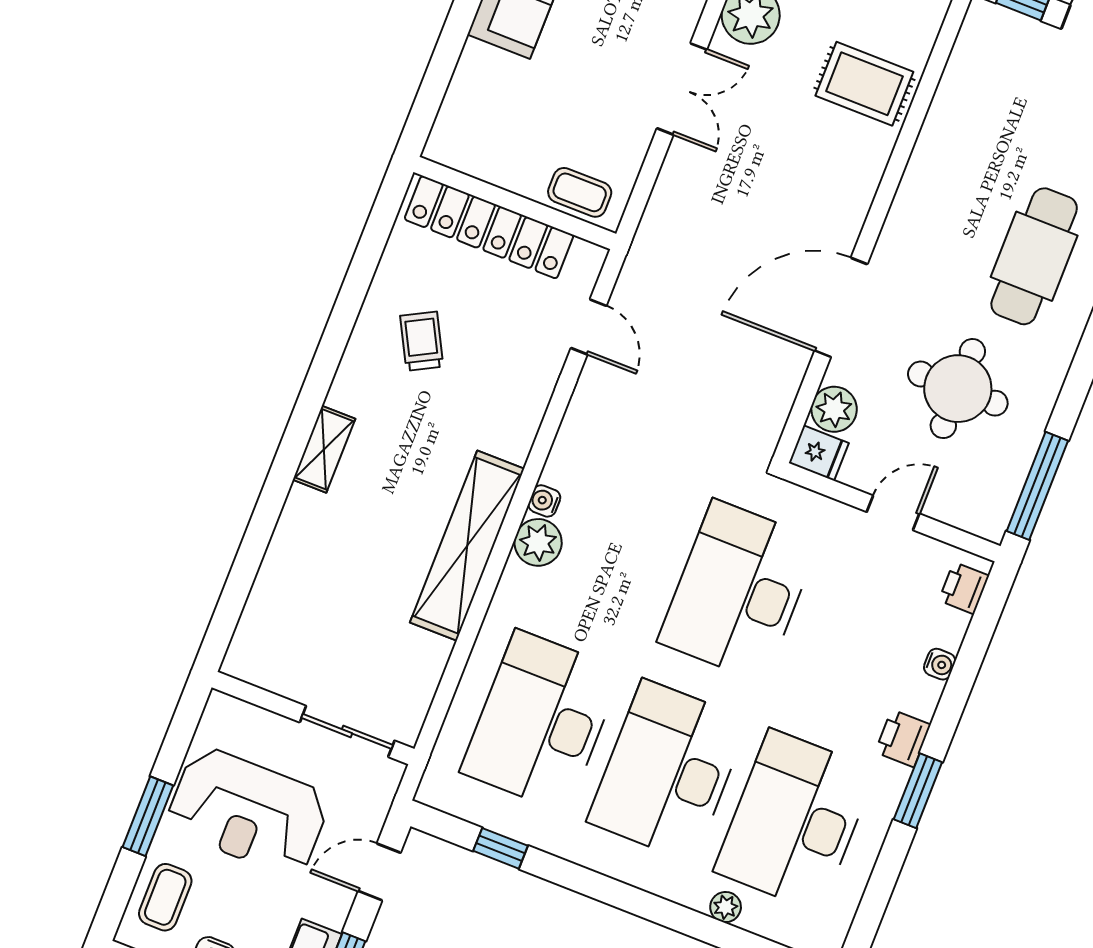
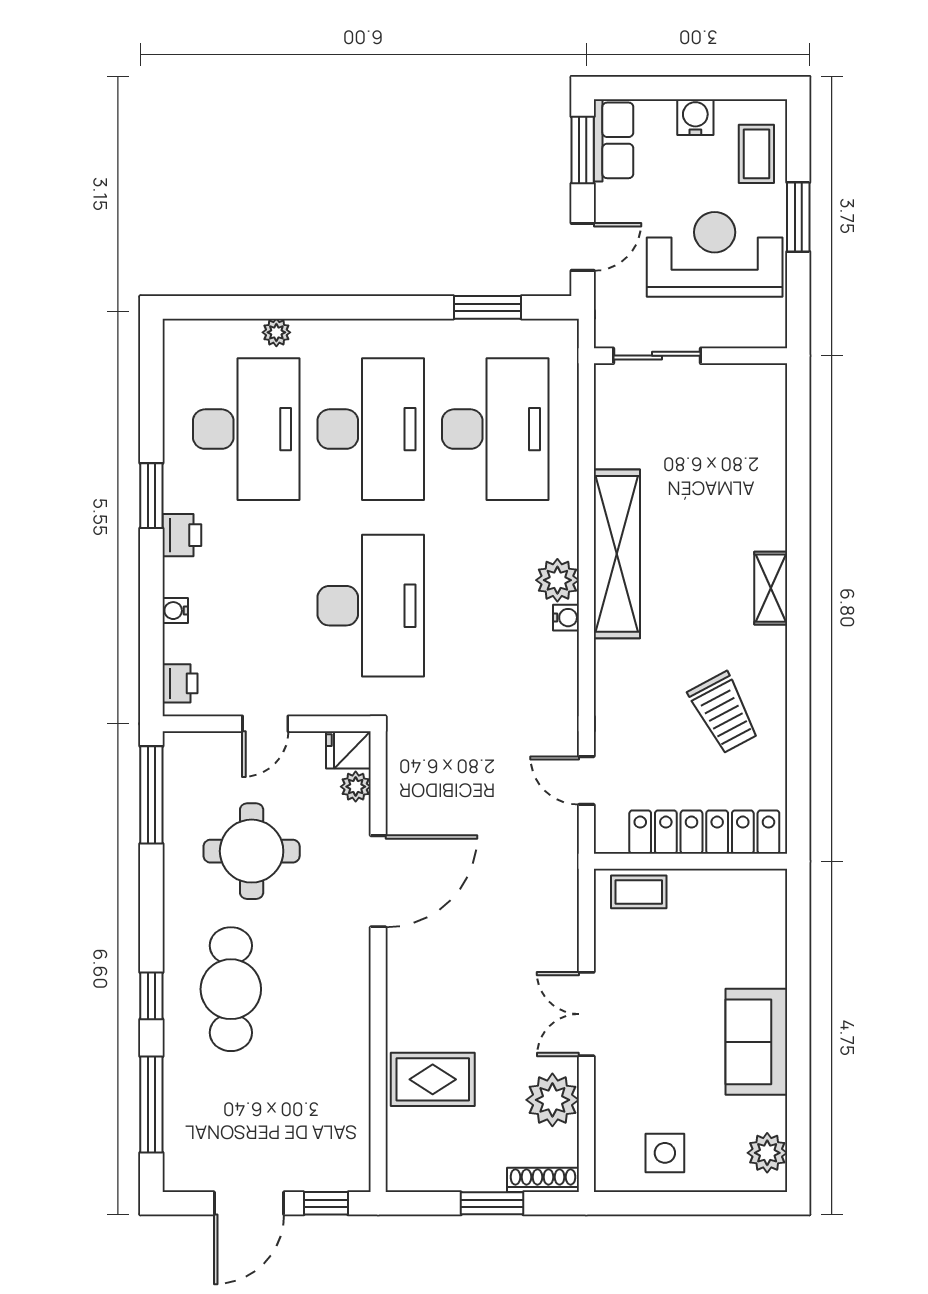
trolley: (422, 341) -> (724, 713), width x1.36, depth x1.39
plant: (834, 409) -> (356, 787), width x0.73, depth x0.73
window: (501, 848) -> (487, 307), width x1.50

